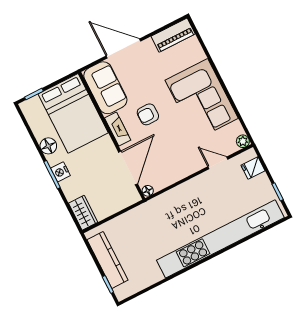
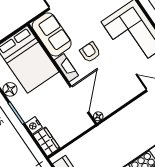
armchair: (148, 114) -> (90, 52), turned 90
nightstand: (60, 172) -> (34, 125), moved

